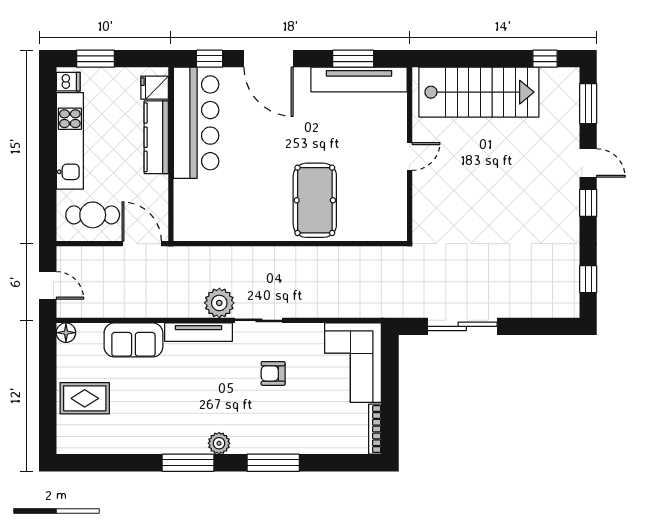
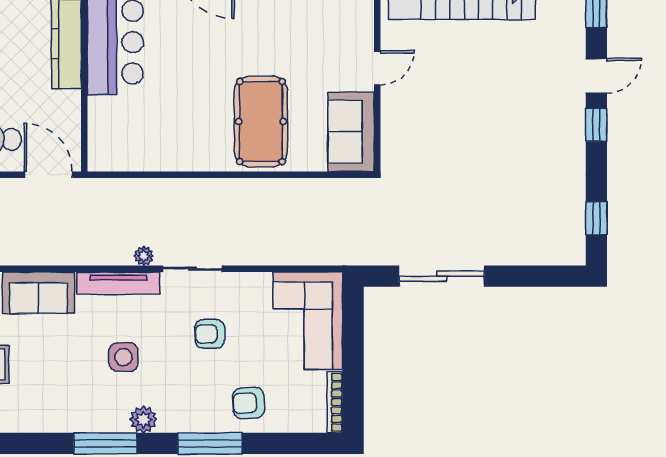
door: (588, 163) -> (596, 76), hinge flipped
sofa: (388, 209) -> (351, 132), added
plant: (219, 303) -> (144, 256), width x0.53, depth x0.53
side table: (203, 392) -> (123, 357), added
armchair: (305, 430) -> (249, 403), added

